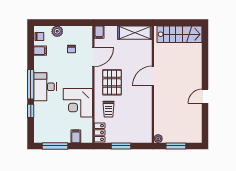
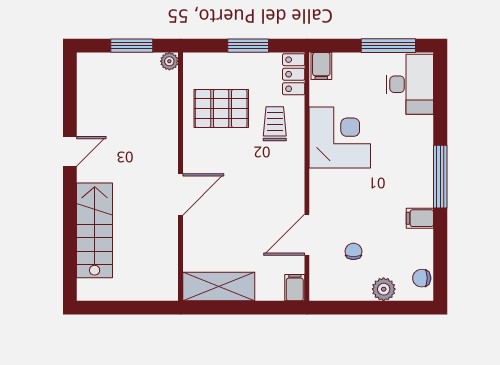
stairs: (179, 34) -> (95, 230), moved, turned 90
filing cabinet: (40, 51) -> (420, 218), moved
pallet: (112, 82) -> (221, 108), moved, turned 90
desk: (45, 87) -> (410, 84), moved
window: (31, 111) -> (440, 120), removed
filing cabinet: (76, 136) -> (321, 66), moved

